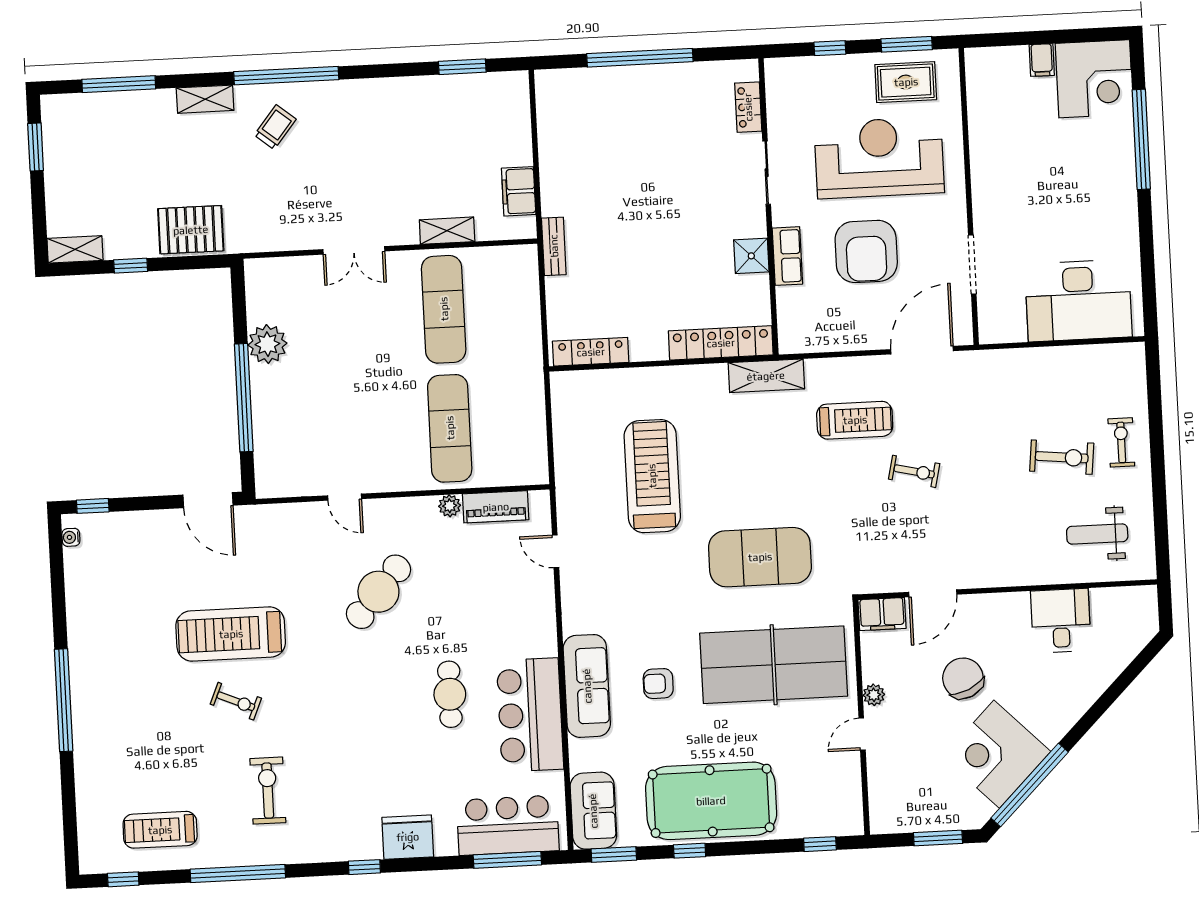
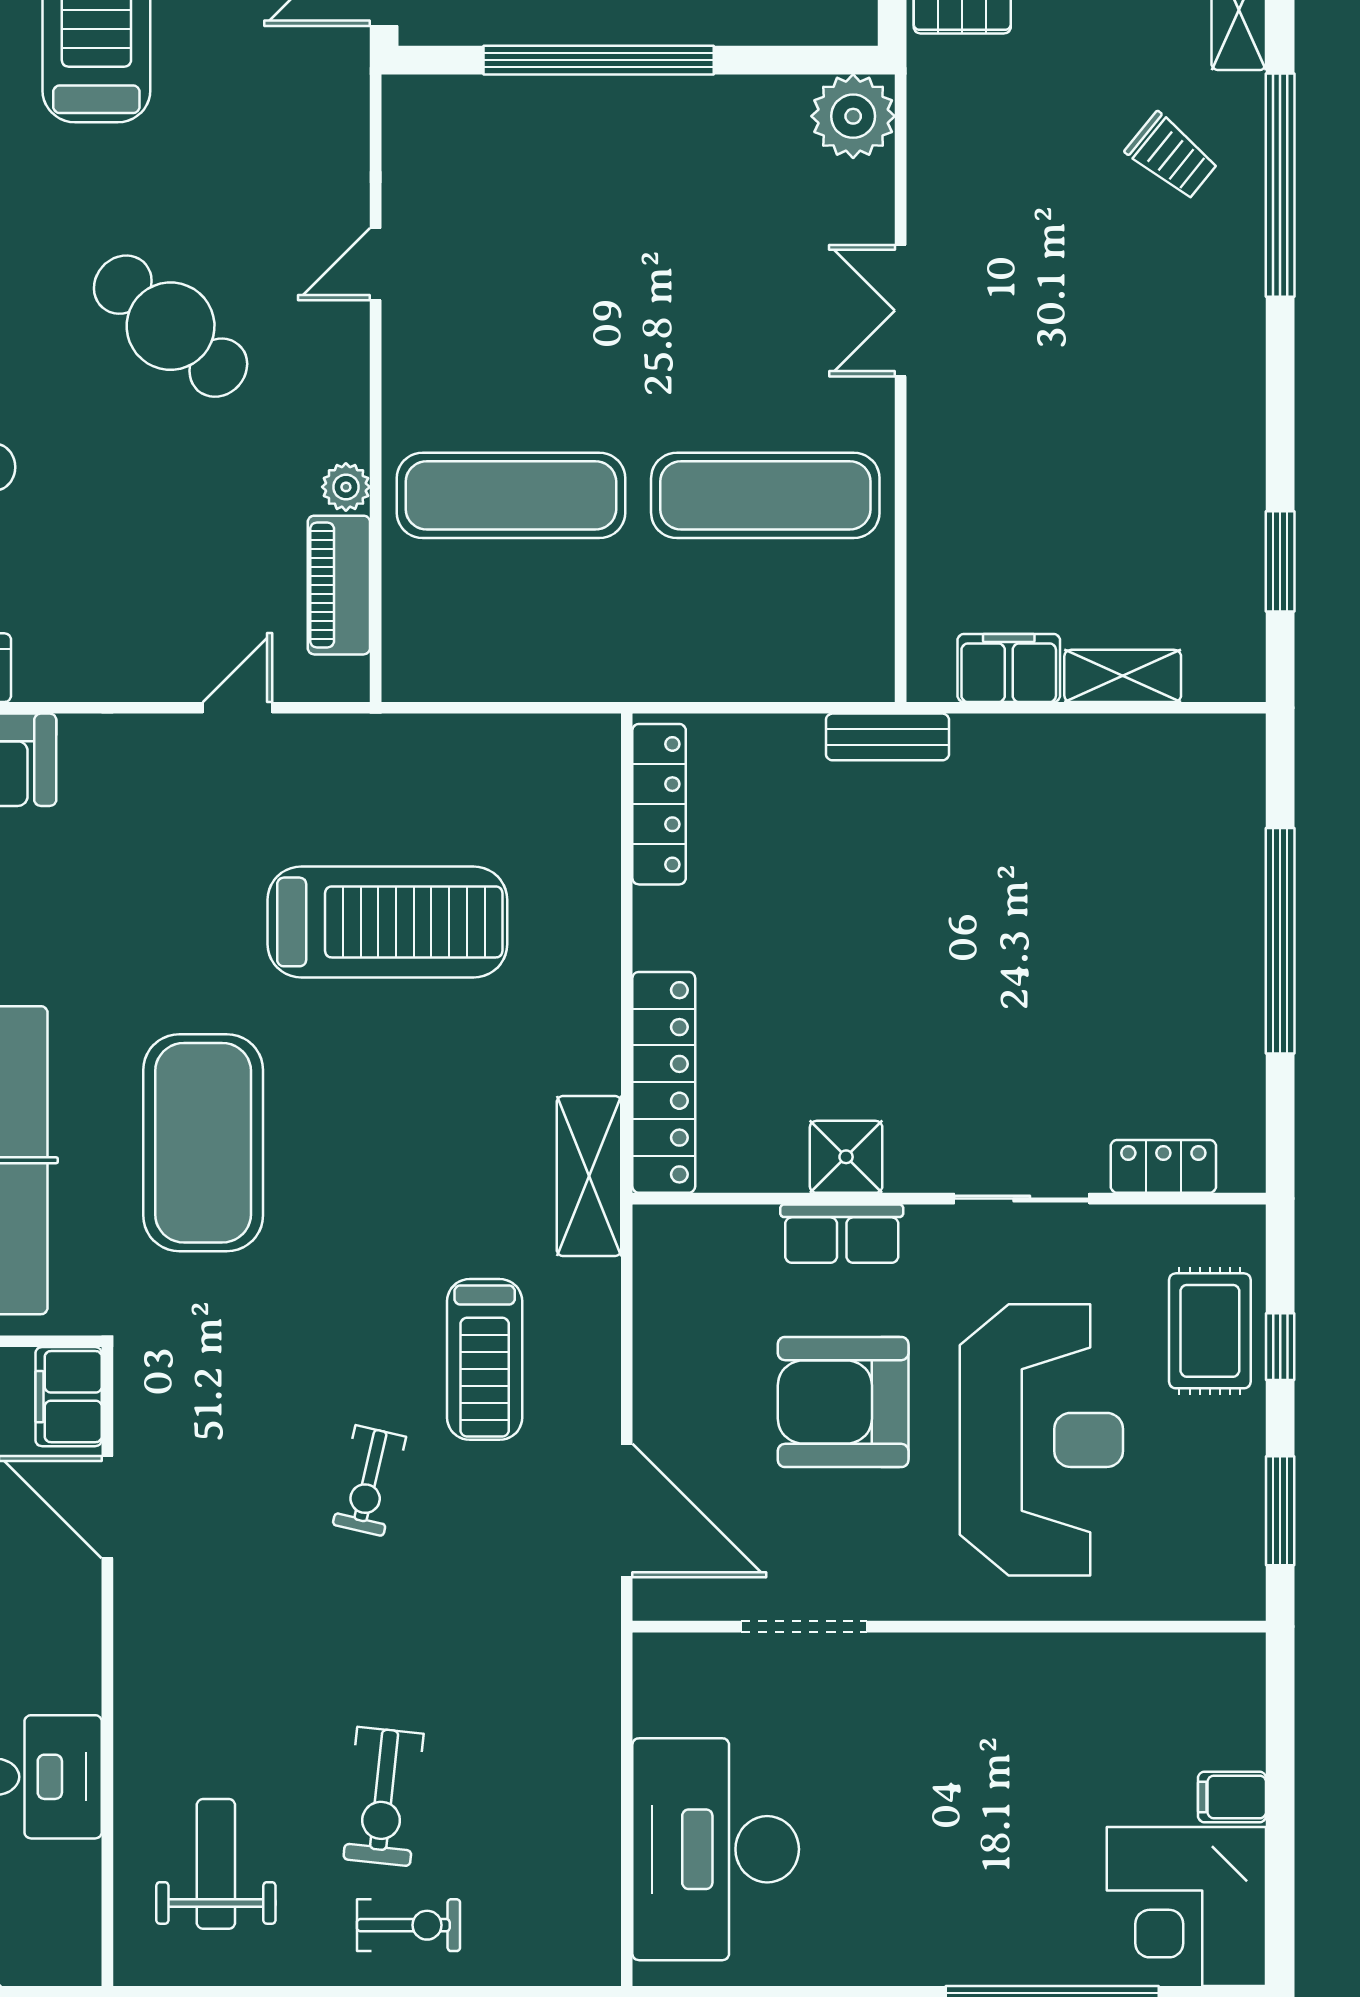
rug: (906, 82) -> (1210, 1331), moved
shelving: (447, 231) -> (1123, 676), moved, turned 90
plant: (267, 344) -> (853, 116), moved

